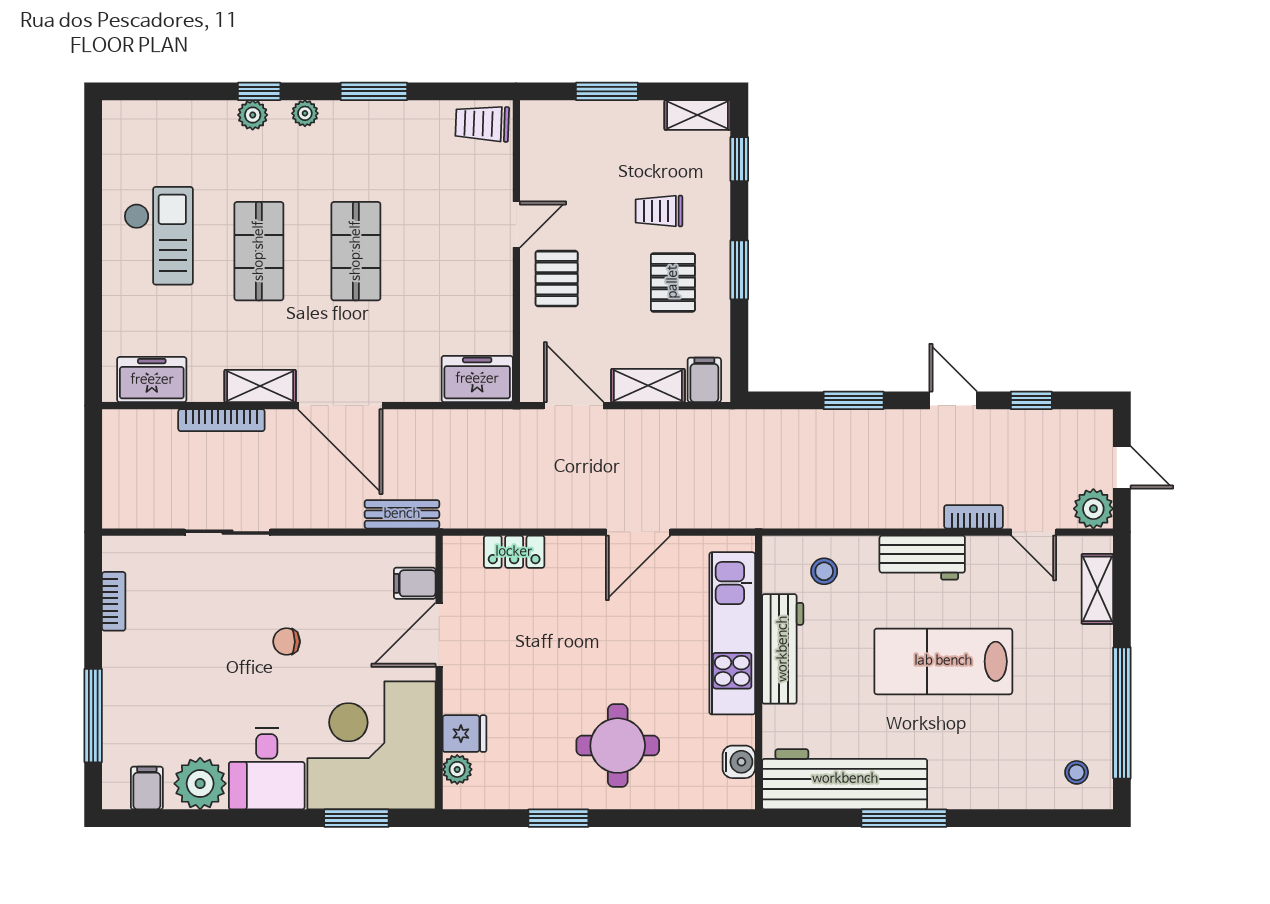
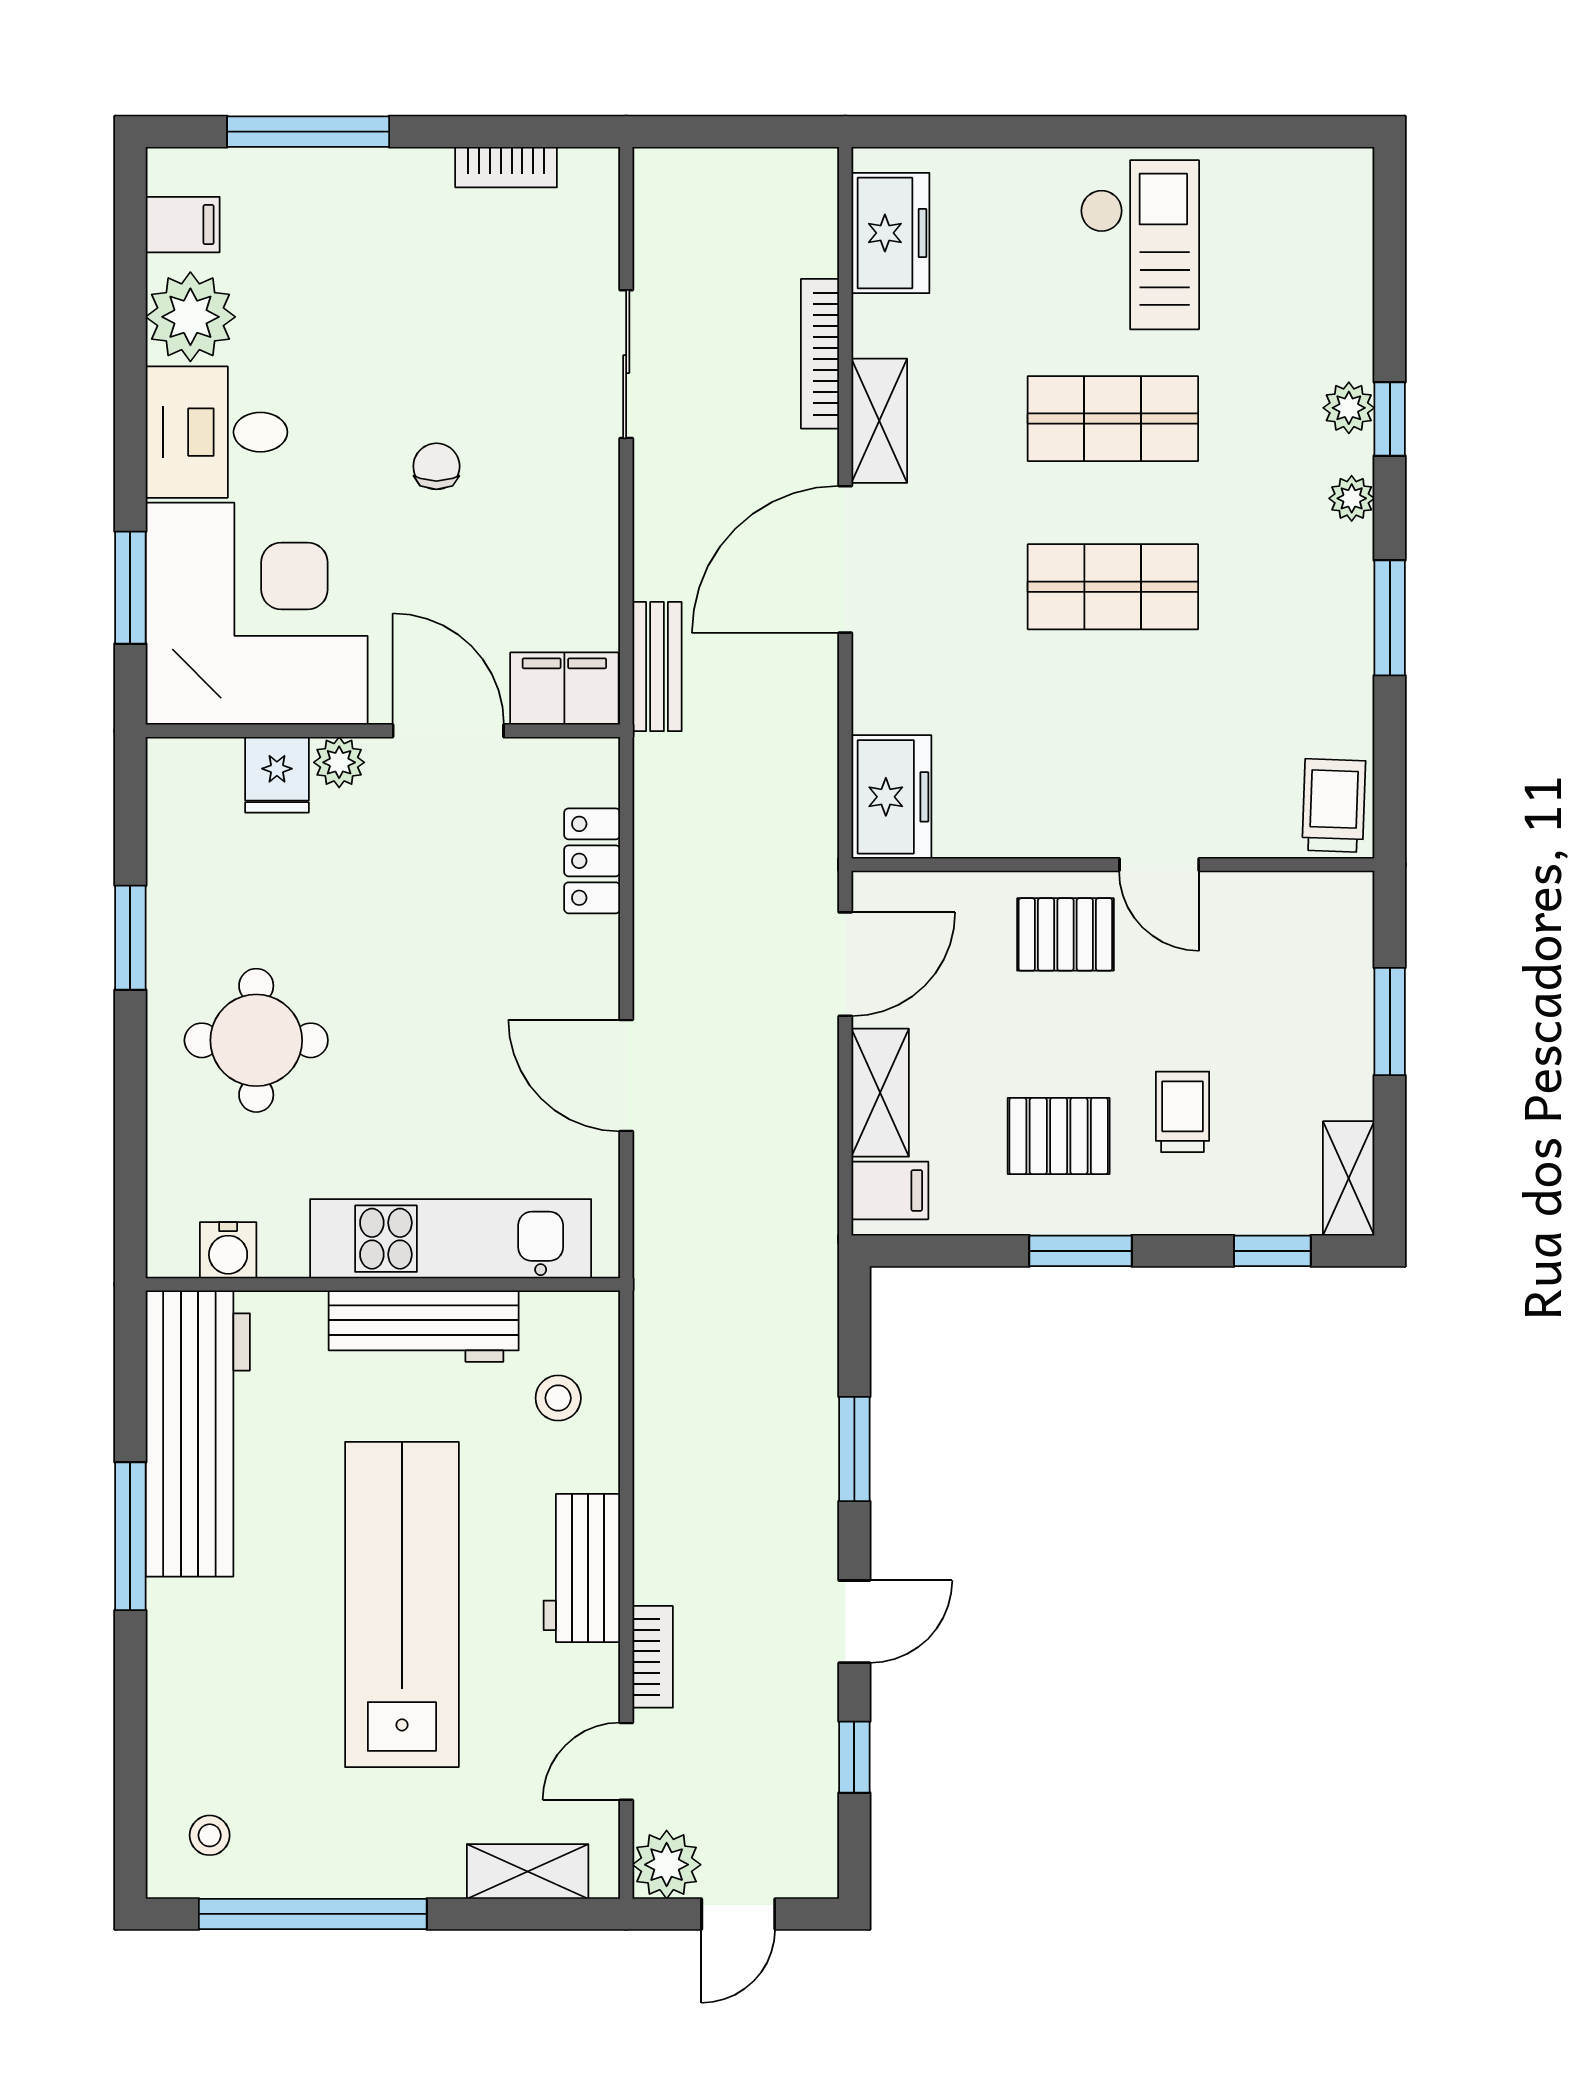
checkout: (159, 236) -> (1140, 245), turned -90
filing cabinet: (415, 583) -> (564, 689), width x2.00
lab bench: (943, 661) -> (402, 1604), width x1.36
plant: (457, 769) -> (339, 762), moved

